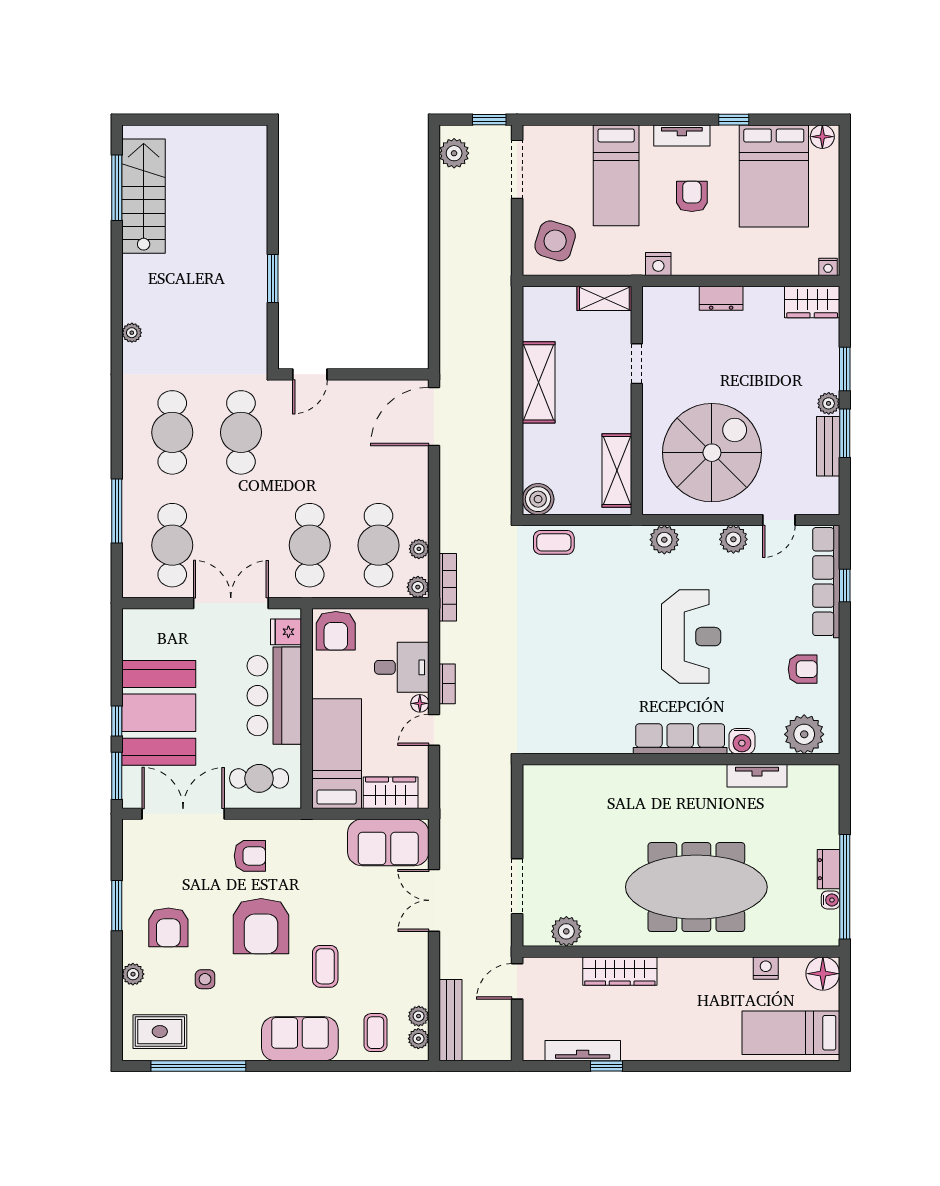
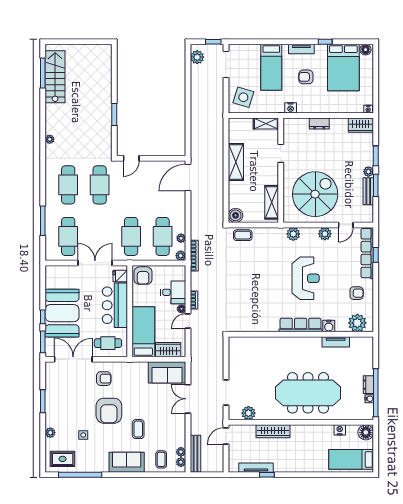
armchair: (692, 196) -> (306, 77), turned -90
armchair: (168, 927) -> (66, 411), removed

